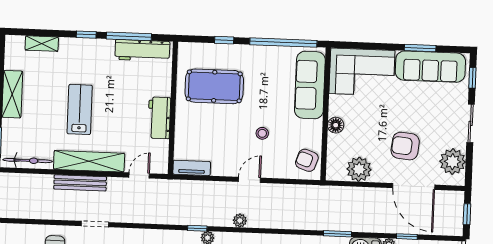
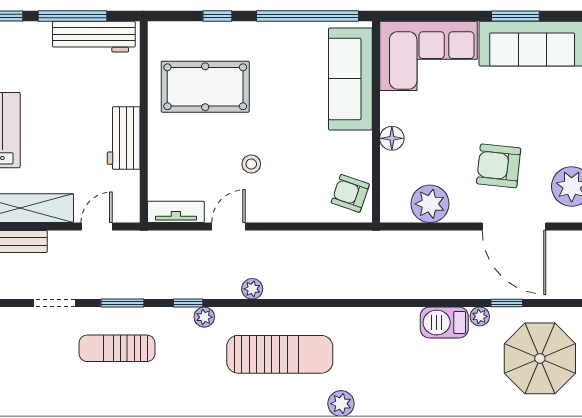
stool: (262, 133) -> (251, 164), moved
door: (249, 180) -> (229, 227), moved
doorway: (95, 224) -> (54, 303), moved
window: (337, 234) -> (122, 303), moved

